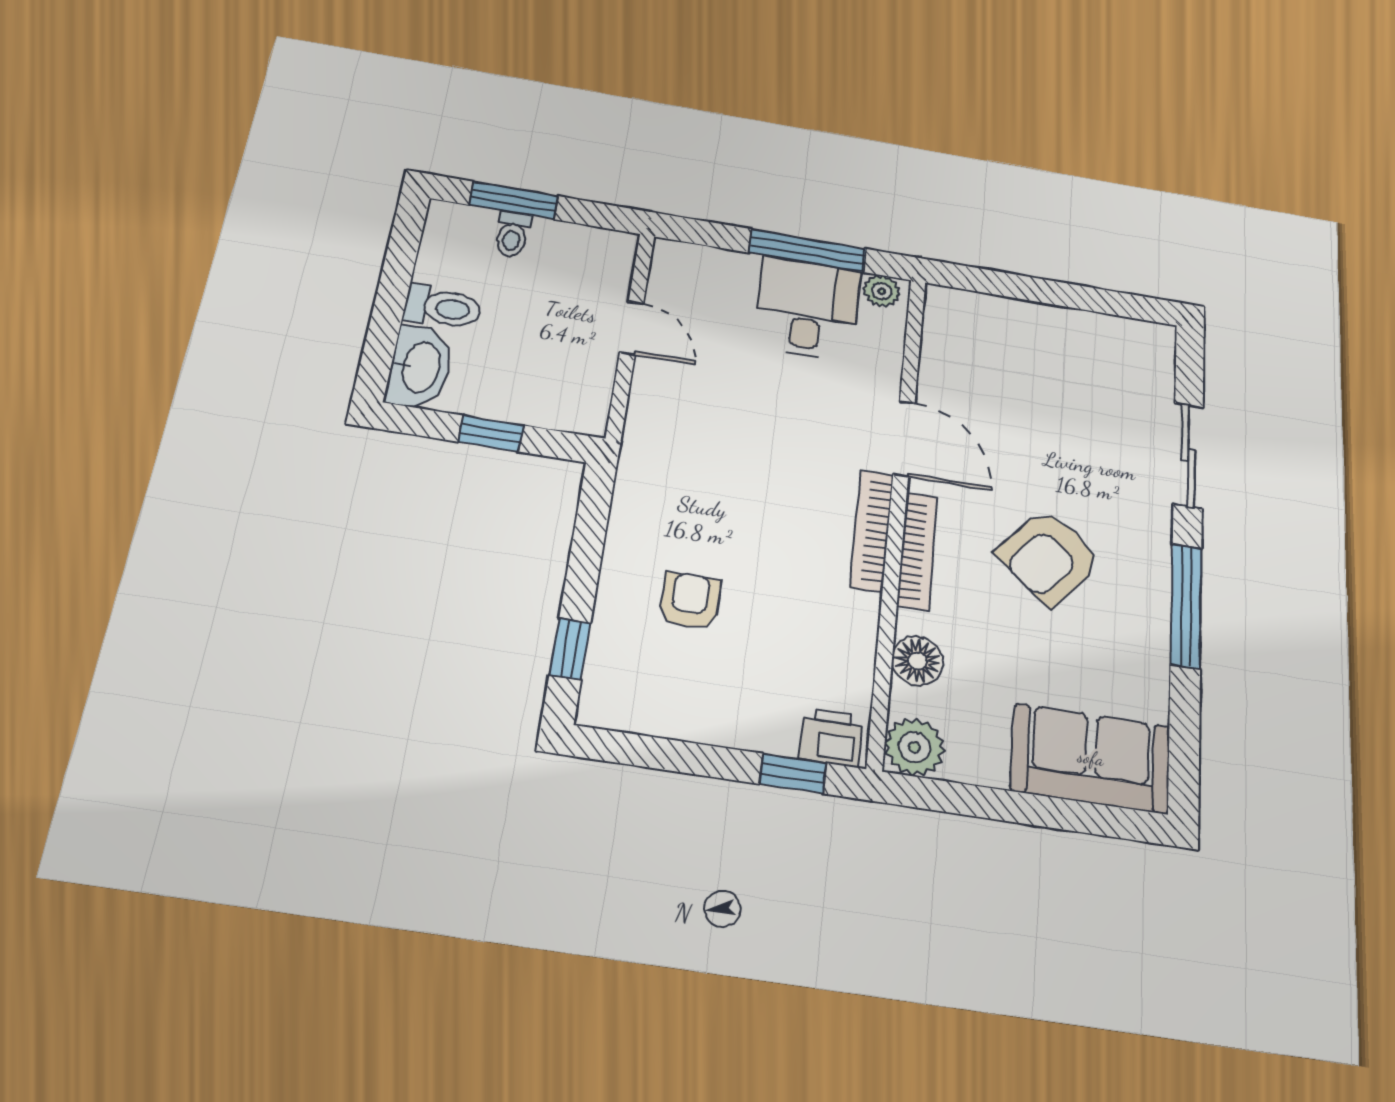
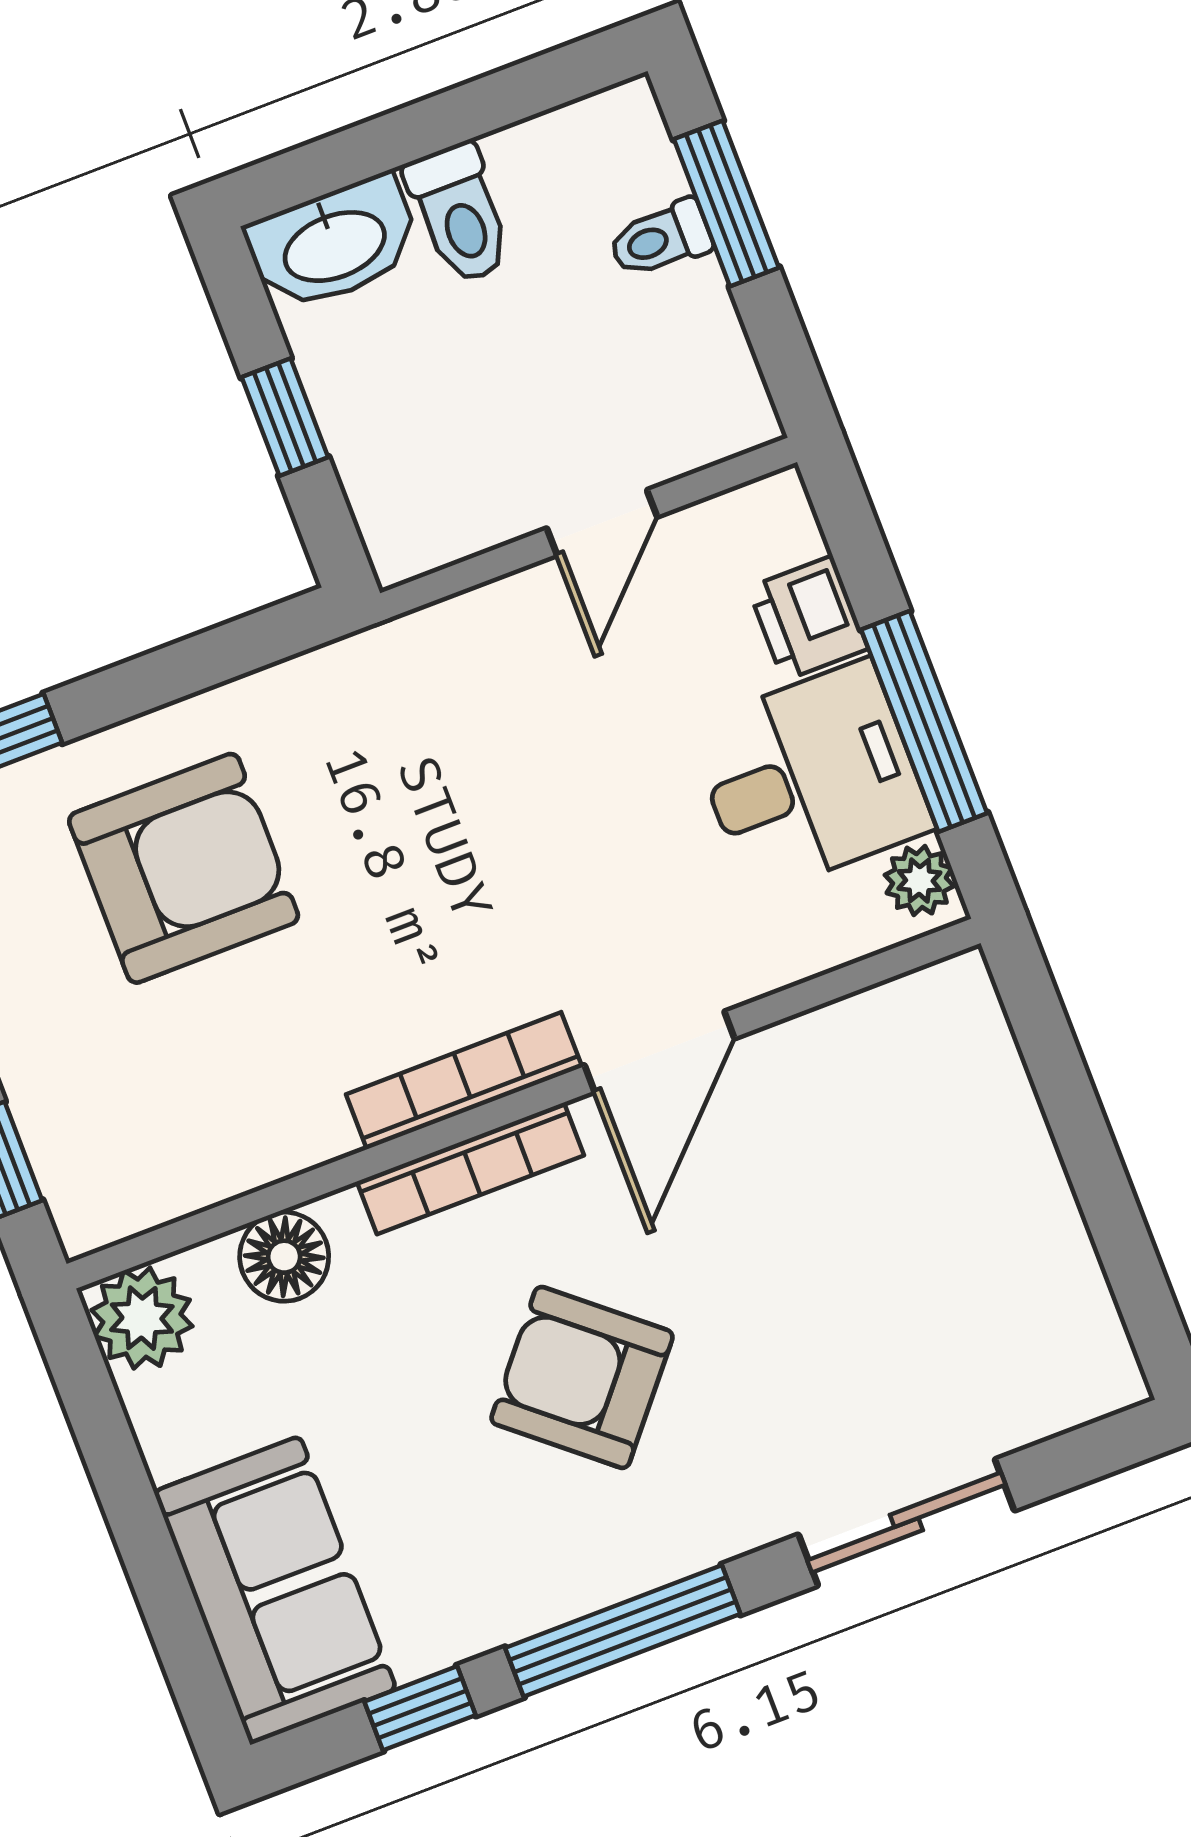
armchair: (690, 601) -> (184, 868), width x1.88, depth x1.88
window: (1185, 721) -> (420, 1708), added
printer: (831, 738) -> (808, 618), moved, turned 180

